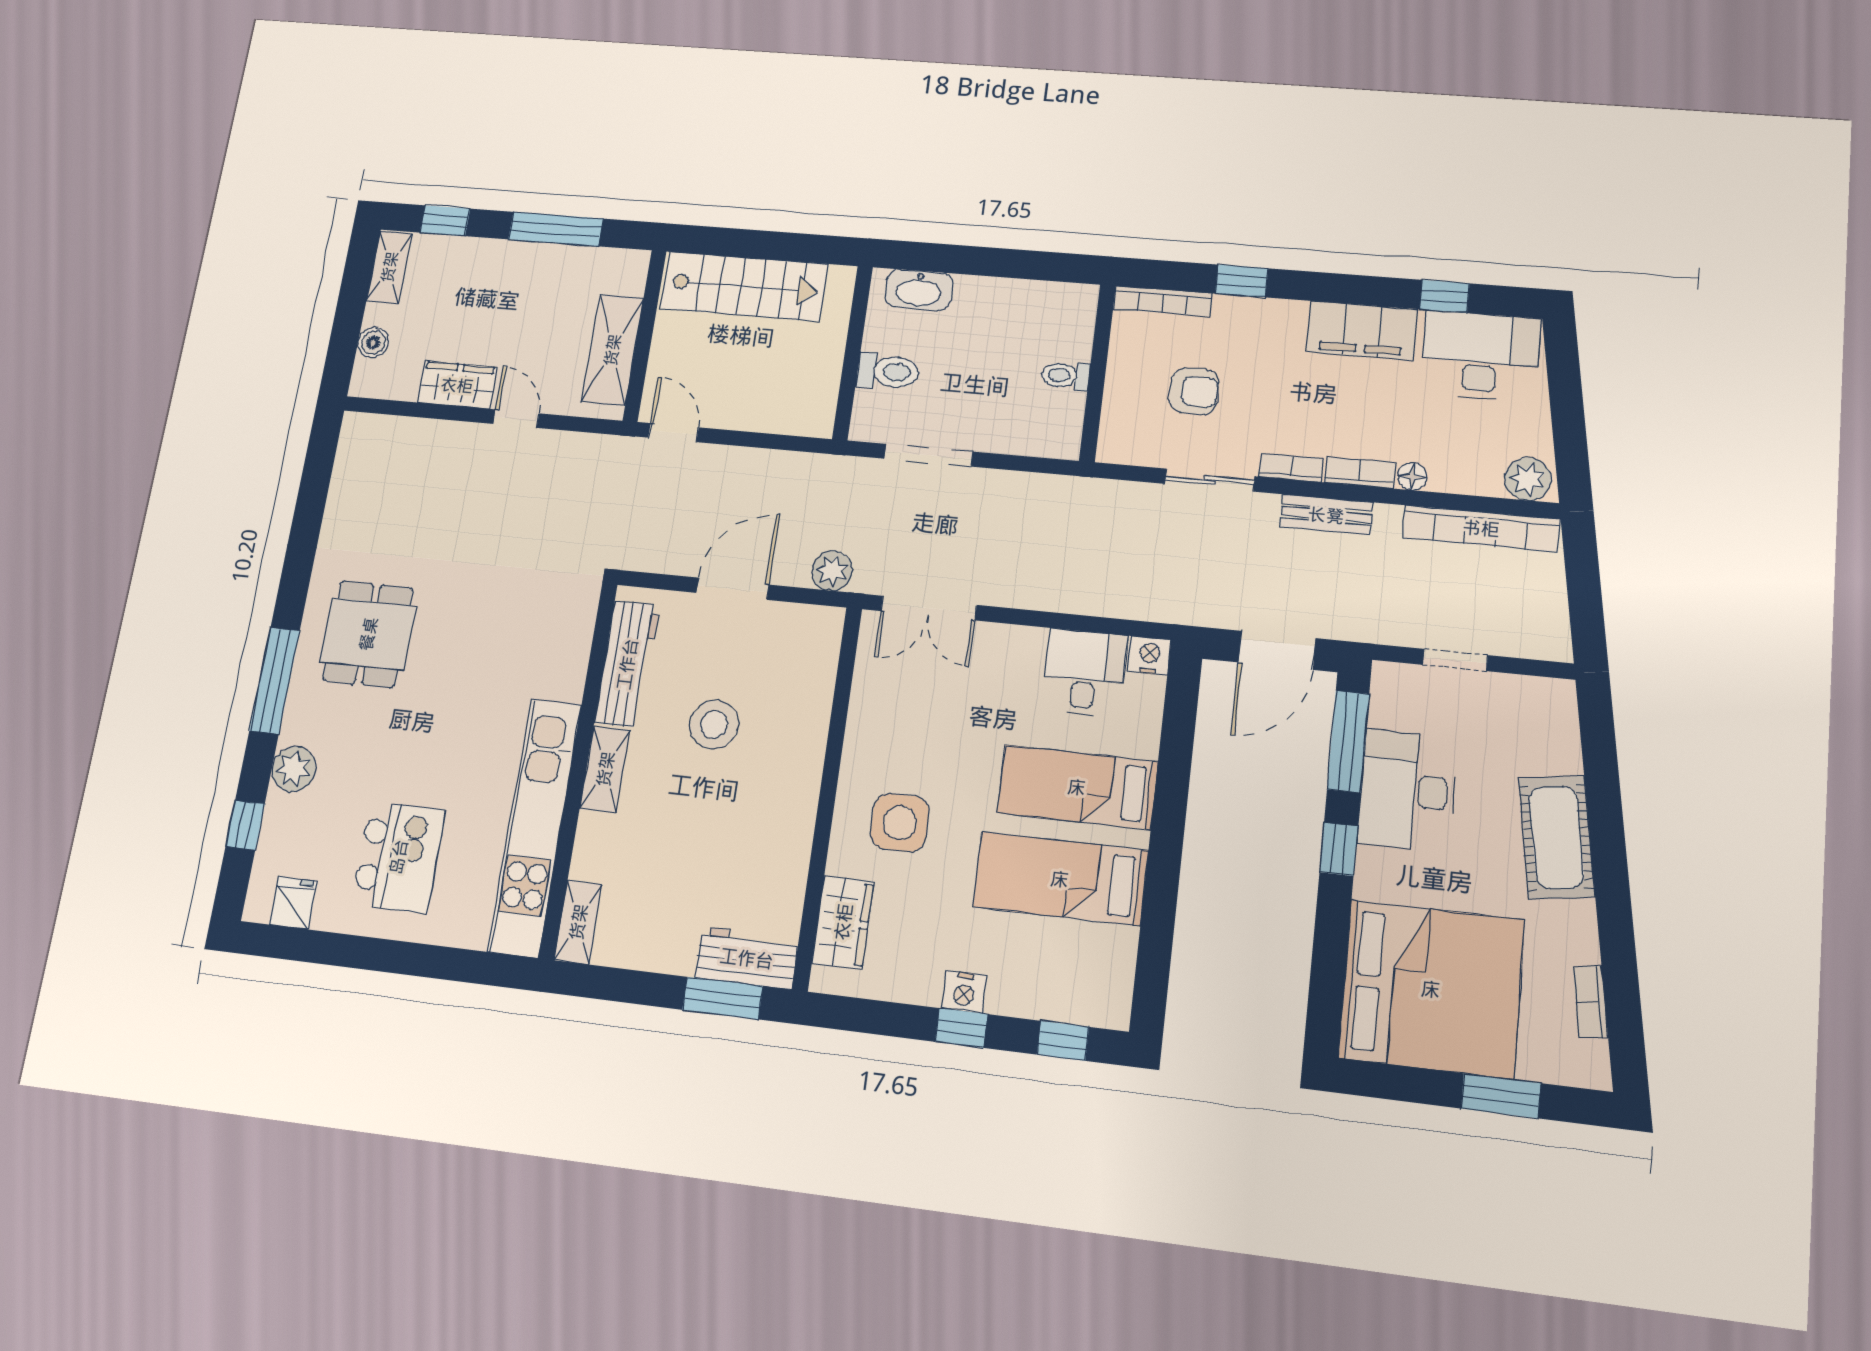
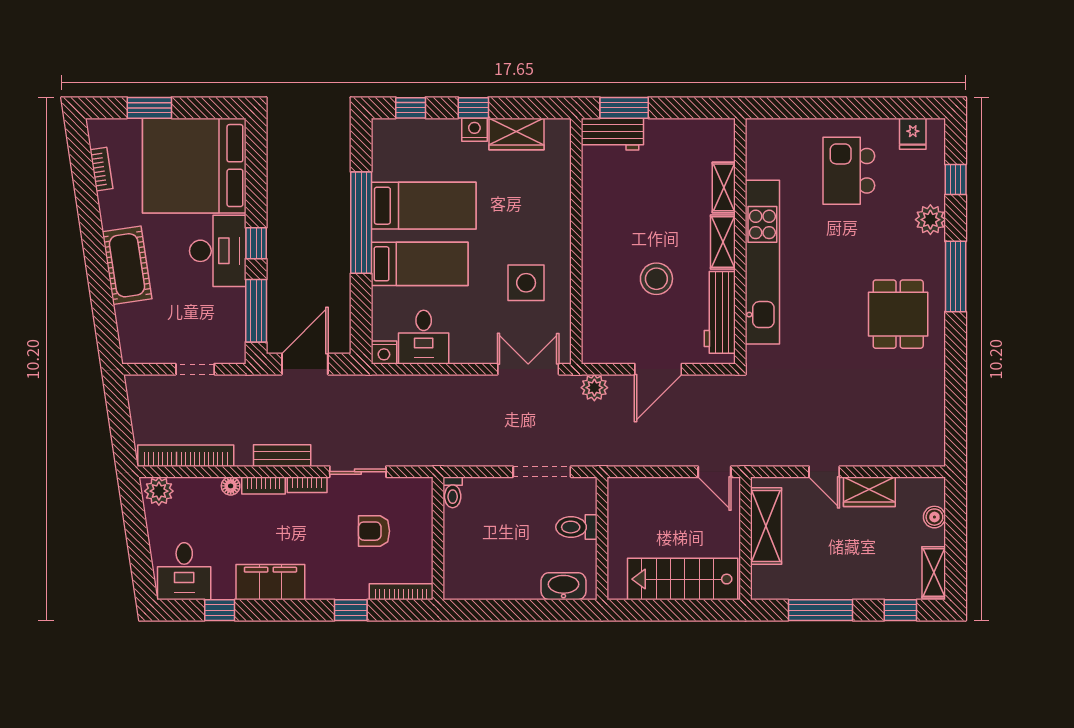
desk: (1480, 356) -> (184, 571), width x0.73
toilet: (1066, 376) -> (453, 492), moved, turned 90
desk: (1407, 790) -> (218, 251), moved
side table: (900, 823) -> (526, 283), moved
kitchen unit: (535, 827) -> (762, 262), moved
window: (1164, 863) -> (361, 223), added
shelving: (578, 922) -> (724, 187), moved
wardrobe: (843, 922) -> (517, 134), moved, turned -90

